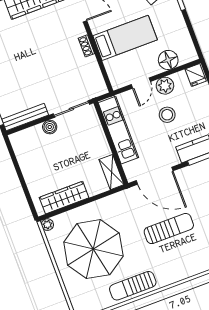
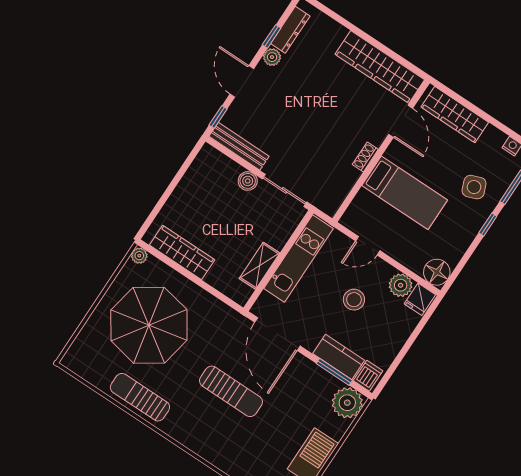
floor lamp: (168, 60) -> (437, 272), moved
plant: (165, 86) -> (401, 285), moved
shelving: (111, 172) -> (259, 266), moved

